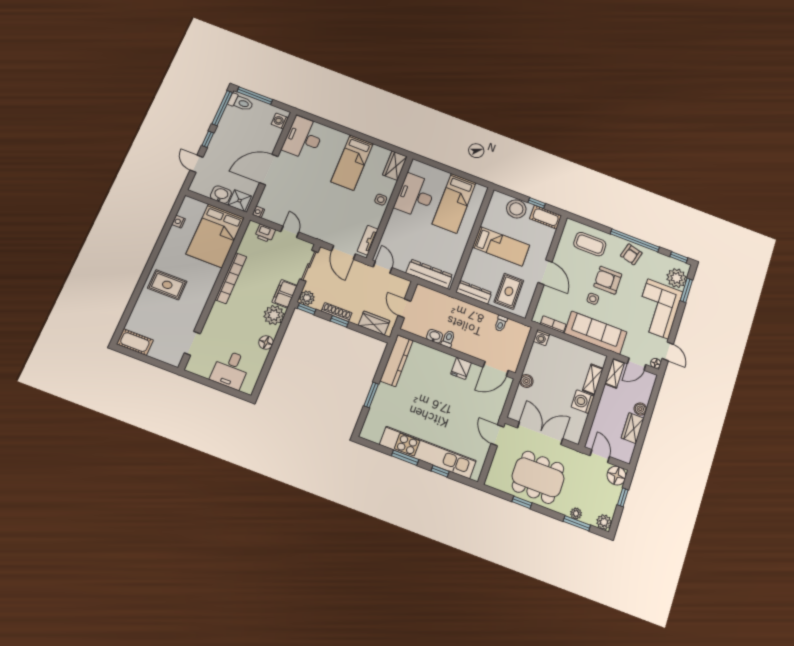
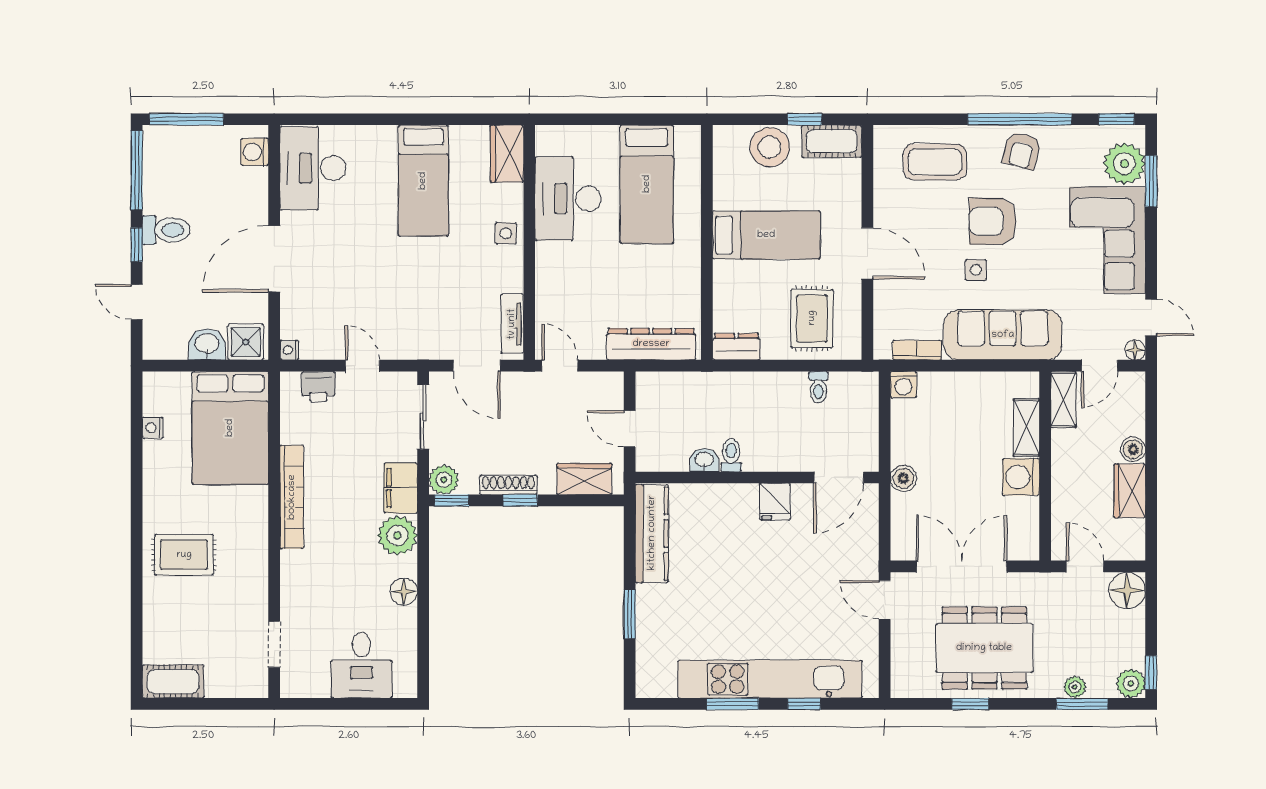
toilet: (241, 102) -> (166, 230), moved
dresser: (474, 292) -> (736, 347), width x0.70
window: (623, 497) -> (1151, 673), moved

